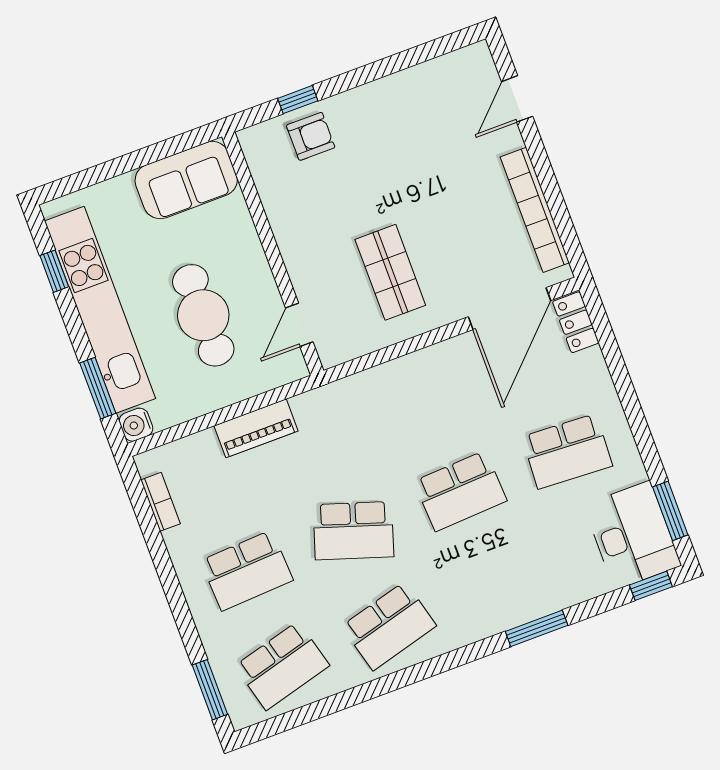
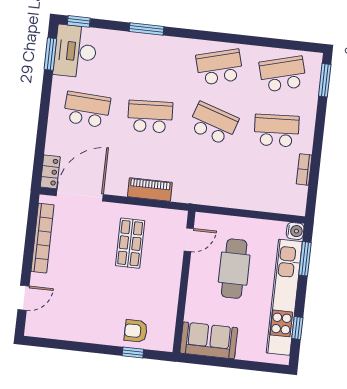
piano: (256, 428) -> (150, 189), moved
bookcase: (161, 502) -> (304, 169), moved

